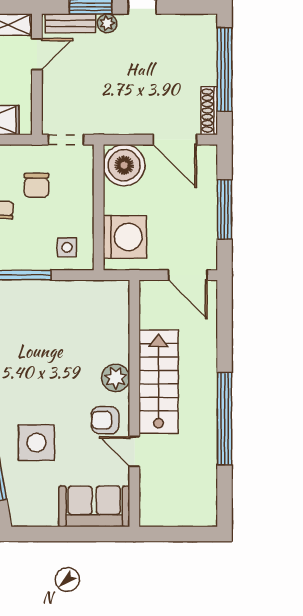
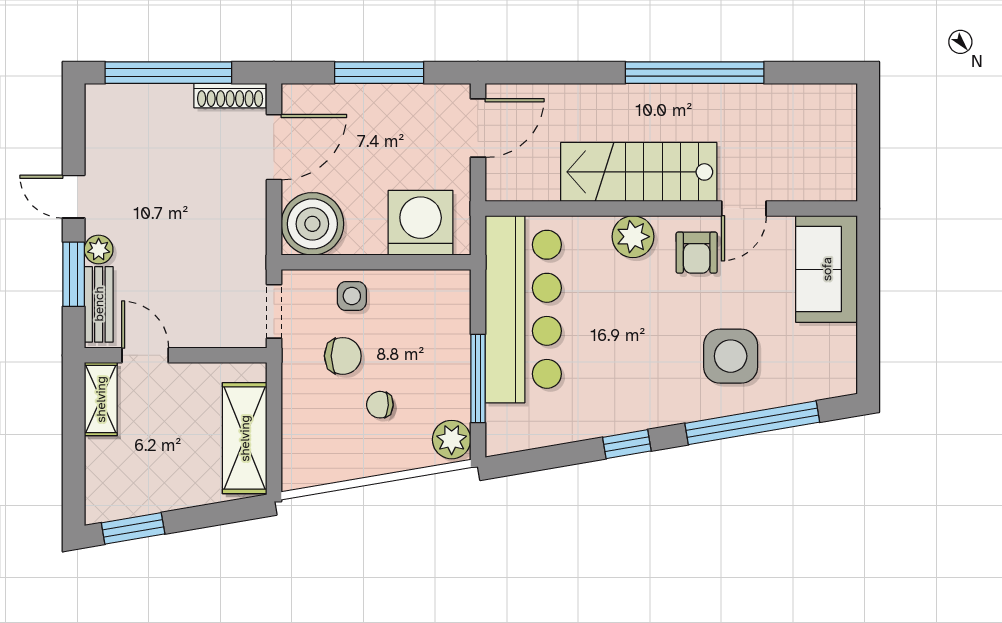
side table: (67, 247) -> (352, 296), moved
bar counter: (67, 305) -> (523, 309), added

